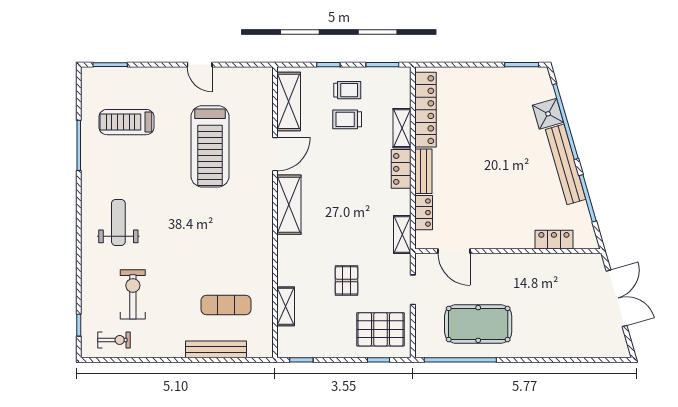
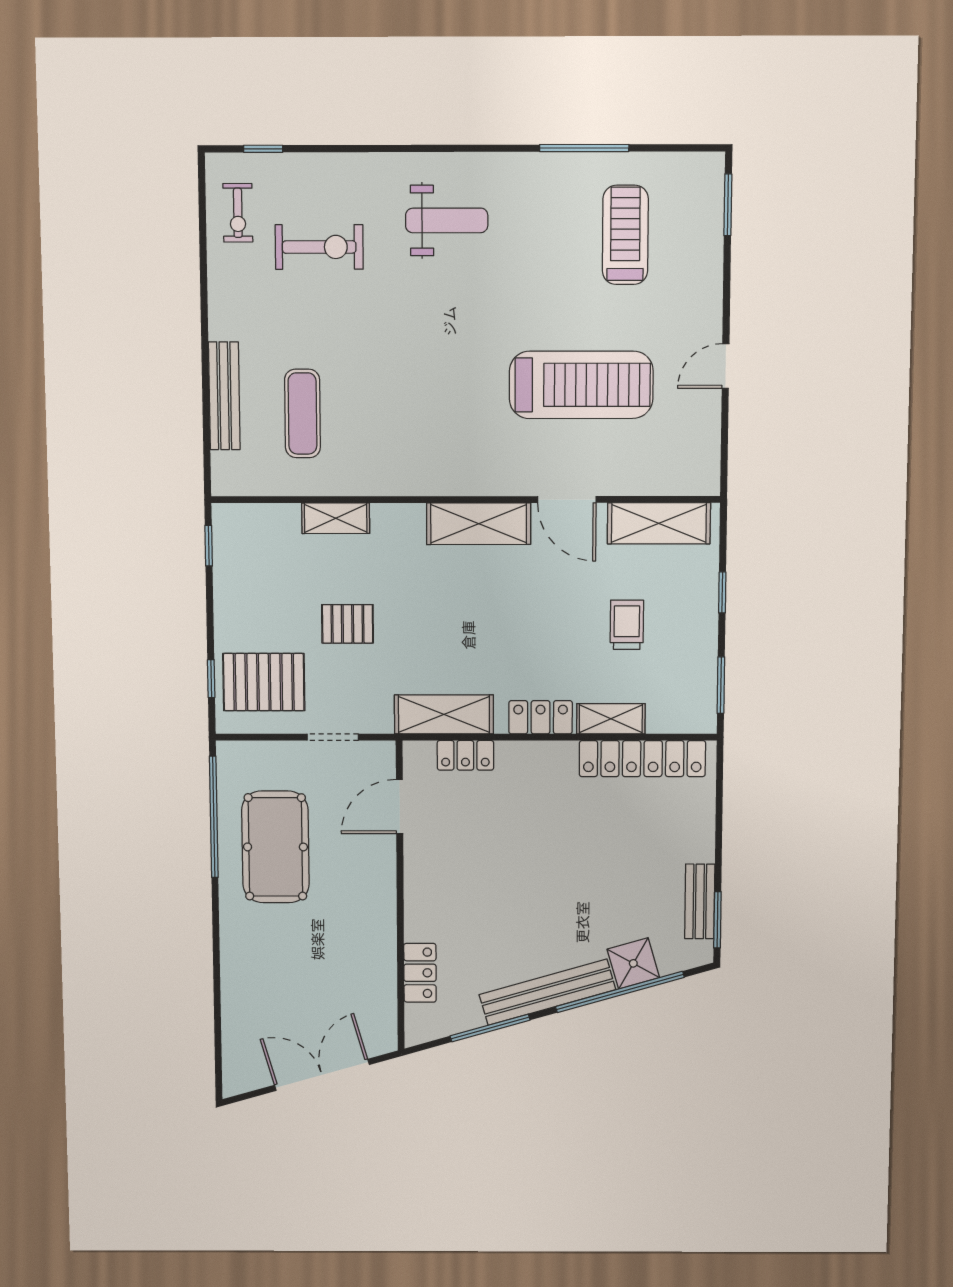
trolley: (347, 90) -> (678, 625), removed
treadmill: (210, 146) -> (581, 385), turned 180
bench: (423, 171) -> (700, 901), moved, turned 90
shelving: (402, 235) -> (444, 714), width x1.50, depth x1.33
double door: (617, 298) -> (322, 1075), swing flipped
shelving: (286, 306) -> (336, 518), moved
pallet: (381, 329) -> (264, 682), turned 90

